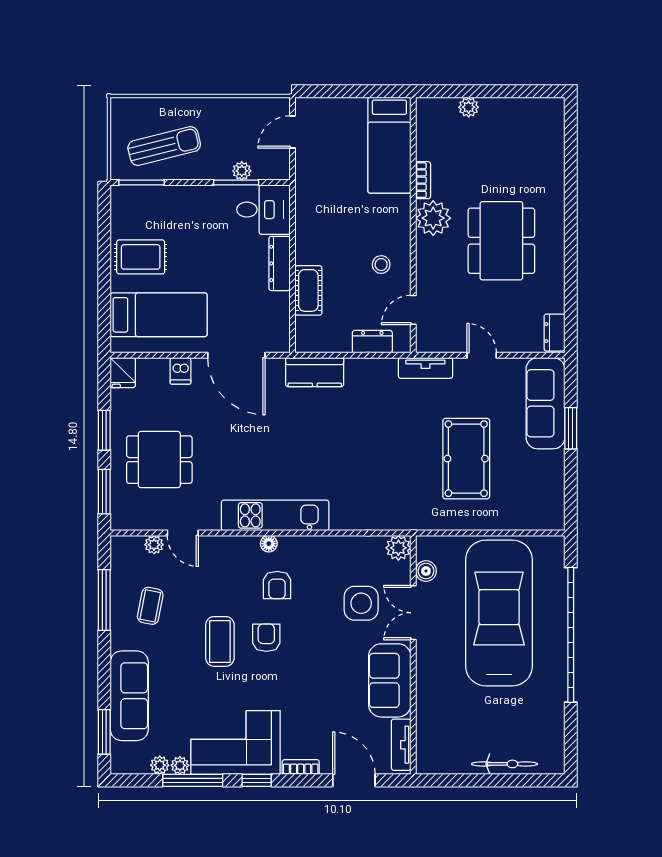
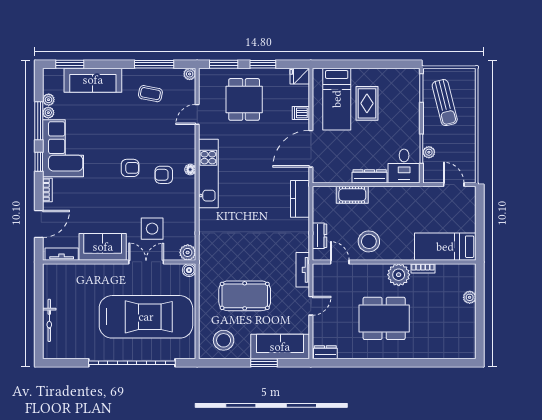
rug: (141, 257) -> (367, 103), moved
stool: (381, 265) -> (369, 241), width x1.89, depth x1.89
stool: (536, 492) -> (224, 340), added
plant: (154, 545) -> (190, 74), moved
boiler: (426, 571) -> (189, 270), moved
coffee table: (220, 641) -> (128, 138), removed

